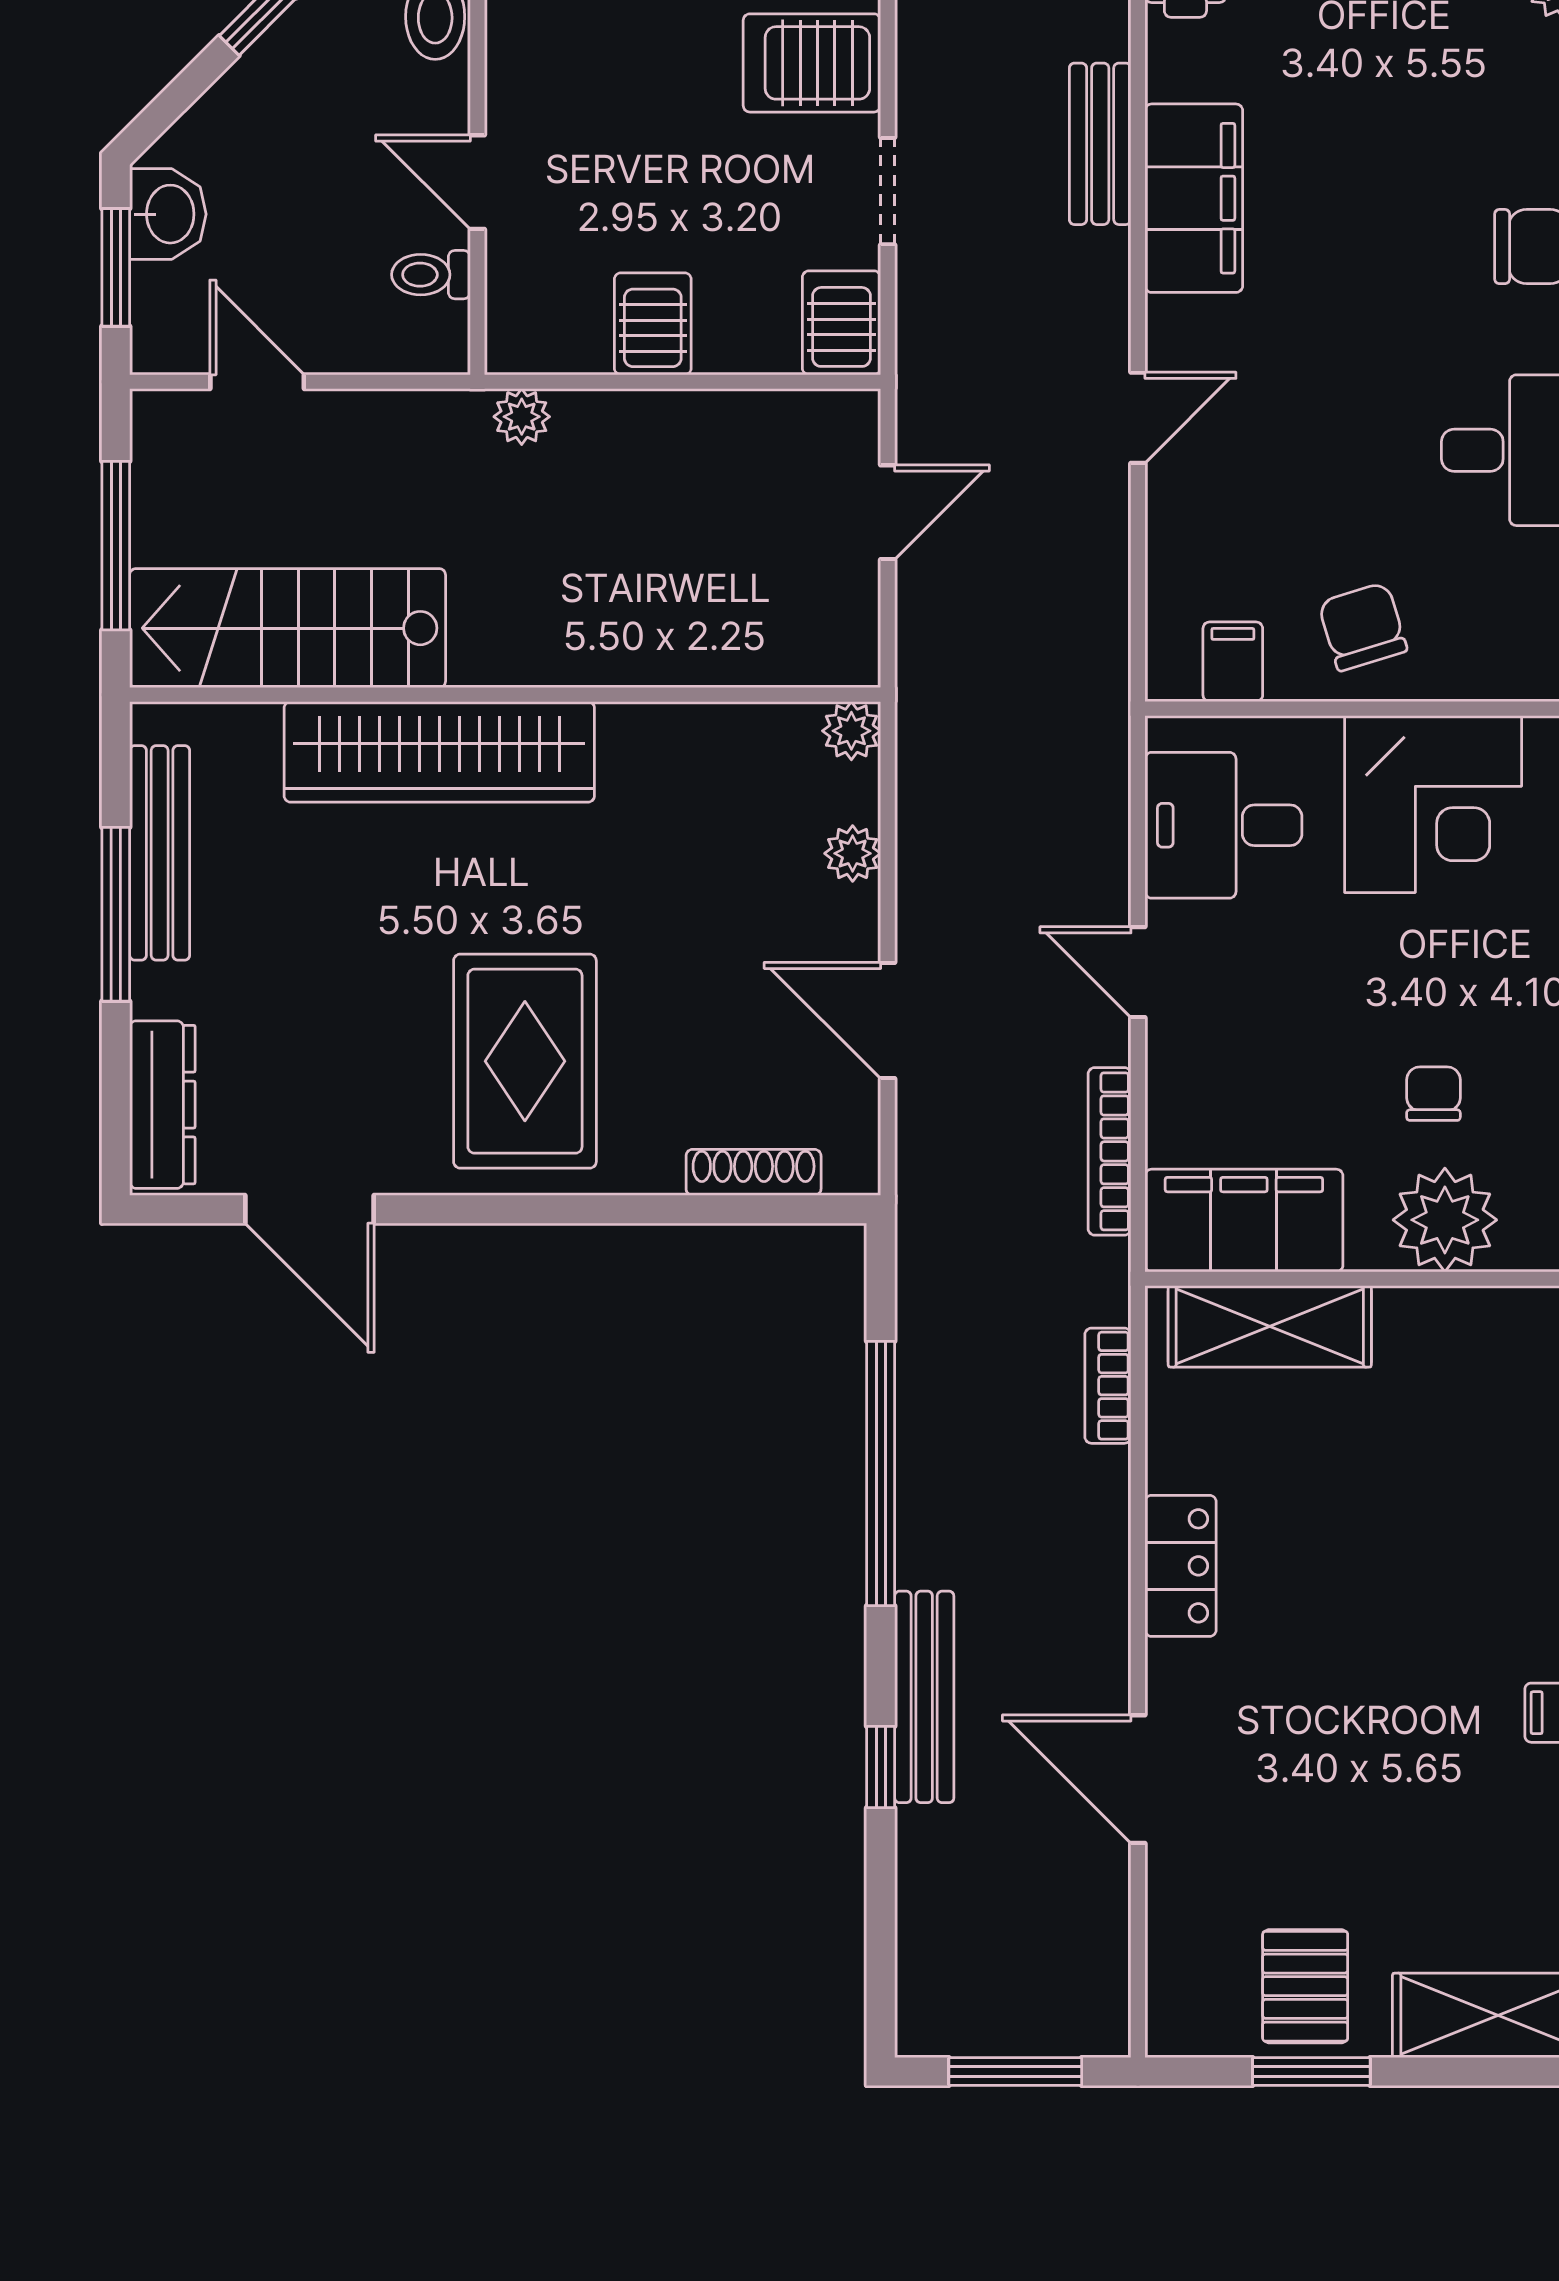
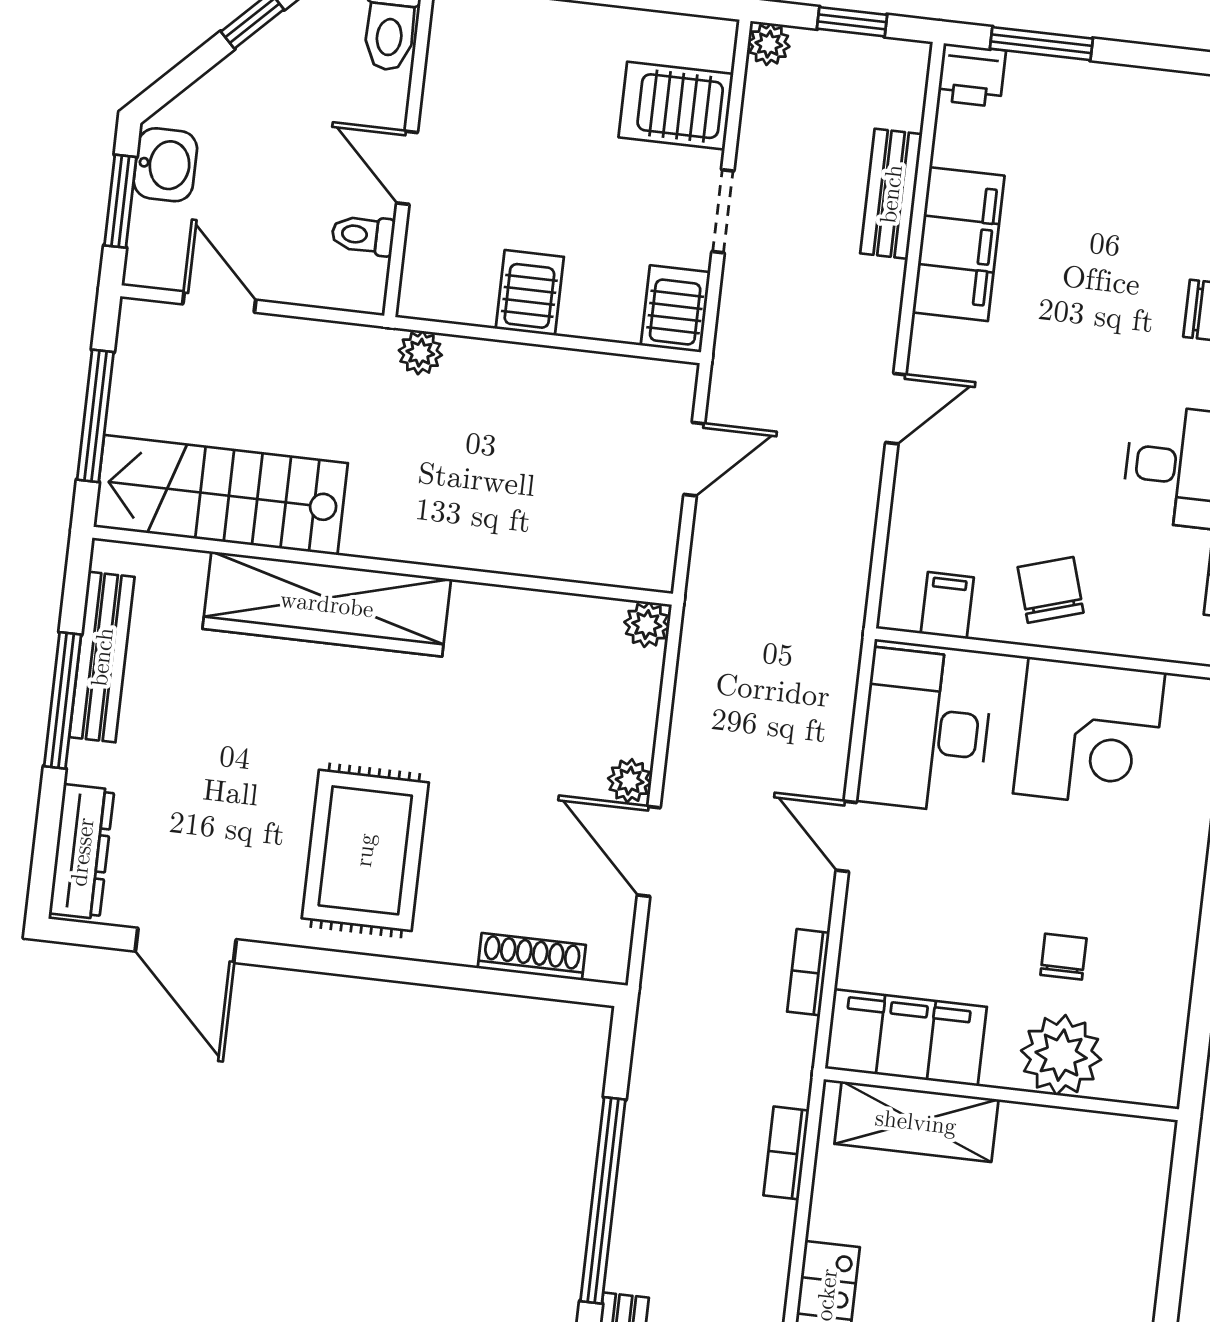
desk: (1223, 825) -> (925, 731), width x1.37
plant: (853, 853) -> (630, 781), moved
bookcase: (1110, 1151) -> (808, 972), width x0.64

